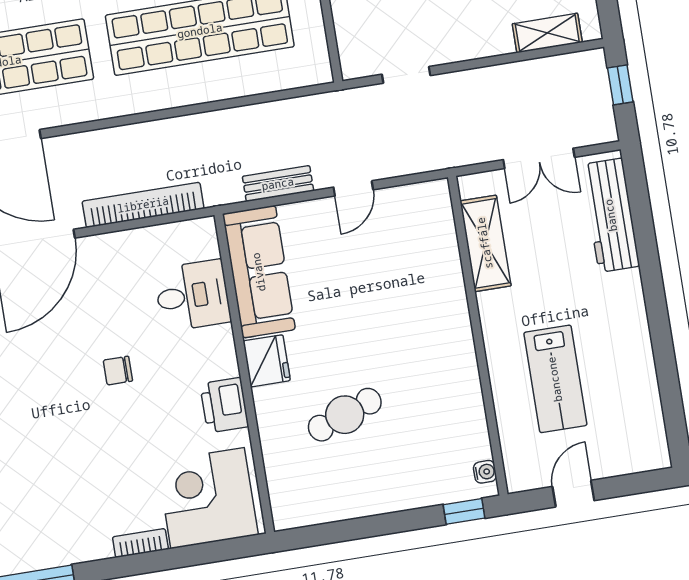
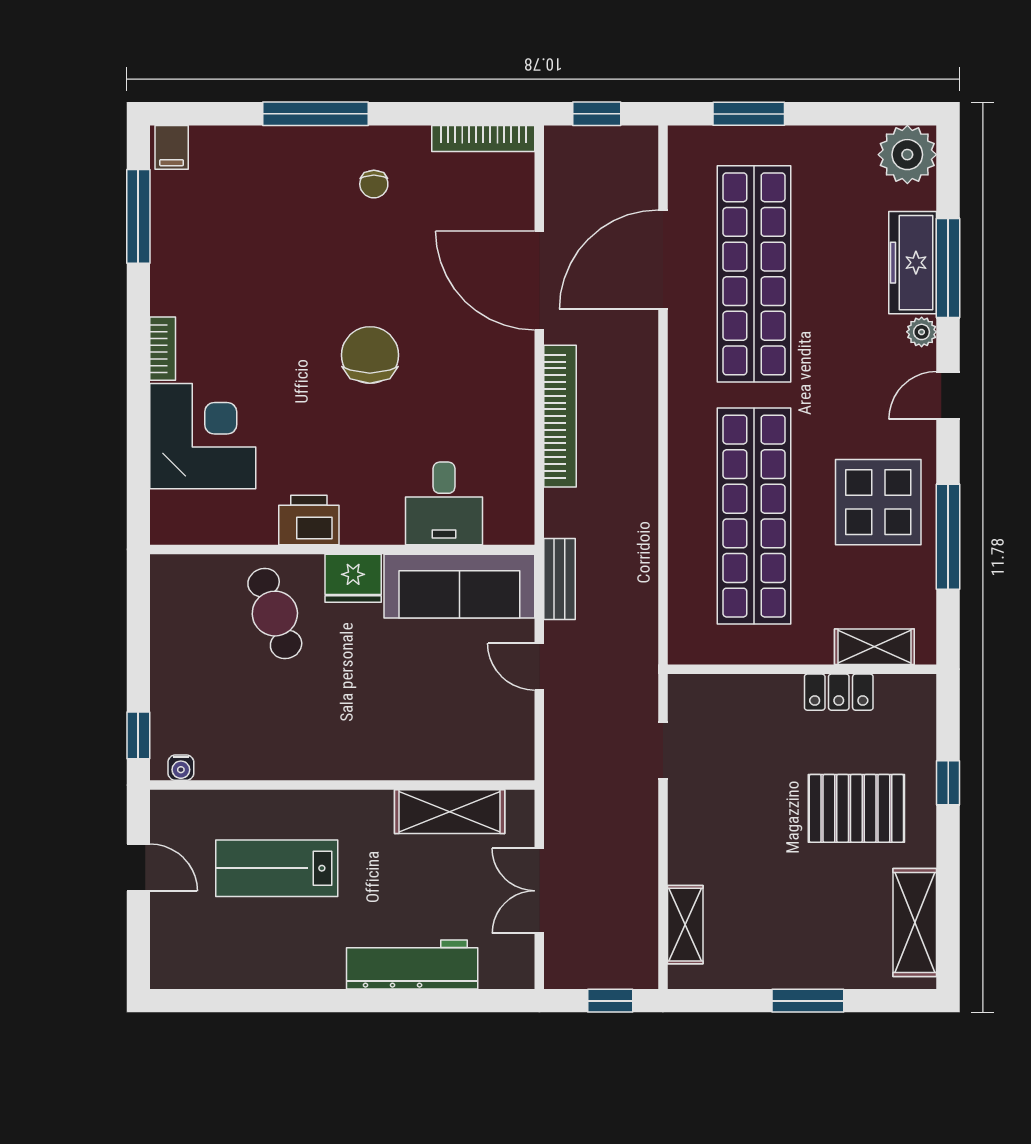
workbench: (611, 215) -> (412, 964), moved
sofa: (259, 272) -> (459, 586), moved
desk: (192, 296) -> (444, 503), moved
fridge: (267, 361) -> (353, 578), moved
chair: (118, 371) -> (370, 355), width x1.87, depth x1.87
wall: (244, 374) -> (342, 549), moved
printer: (224, 405) -> (309, 520), moved

